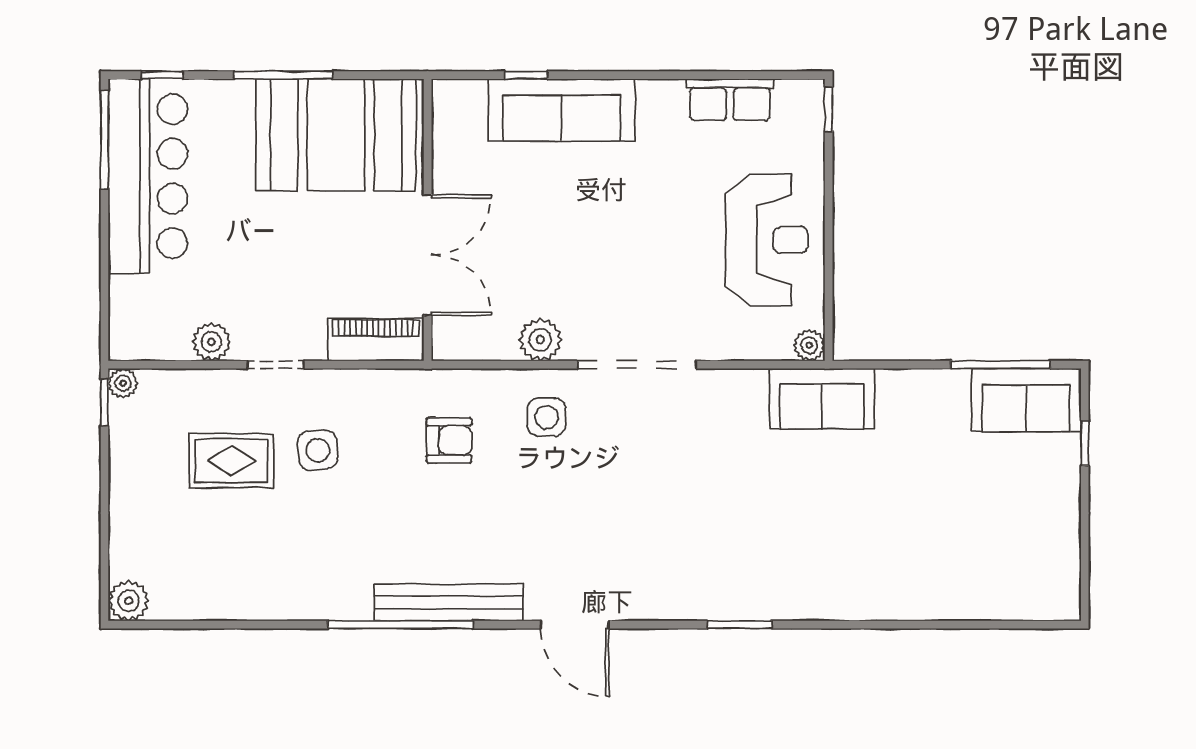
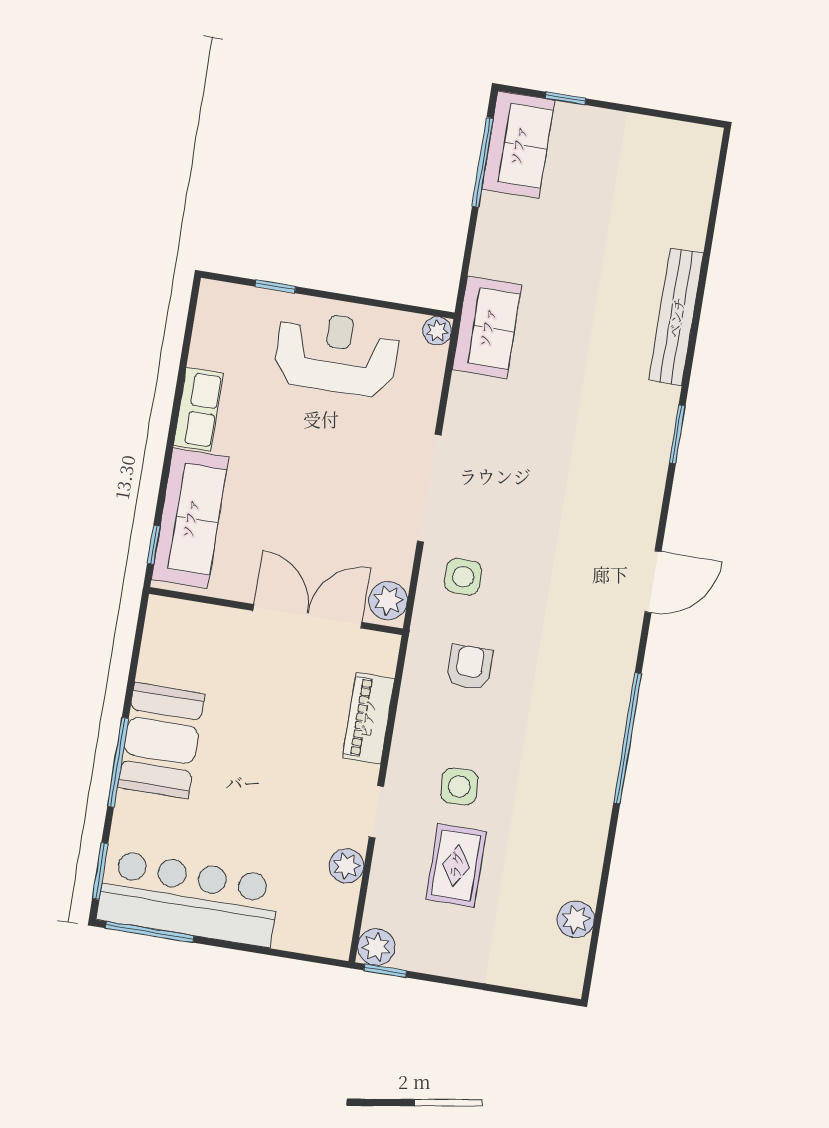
window: (162, 75) -> (100, 871), width x1.50
row of seats: (730, 100) -> (198, 409), moved
window: (829, 110) -> (275, 287), moved
booth: (336, 135) -> (161, 741), width x0.73, depth x0.70
wall: (428, 220) -> (276, 611), moved
double door: (428, 255) -> (307, 616), moved
plant: (540, 340) -> (388, 601), moved
plant: (123, 383) -> (376, 947), width x1.38, depth x1.38
plant: (128, 601) -> (576, 919), moved
bench: (449, 602) -> (676, 317), moved

